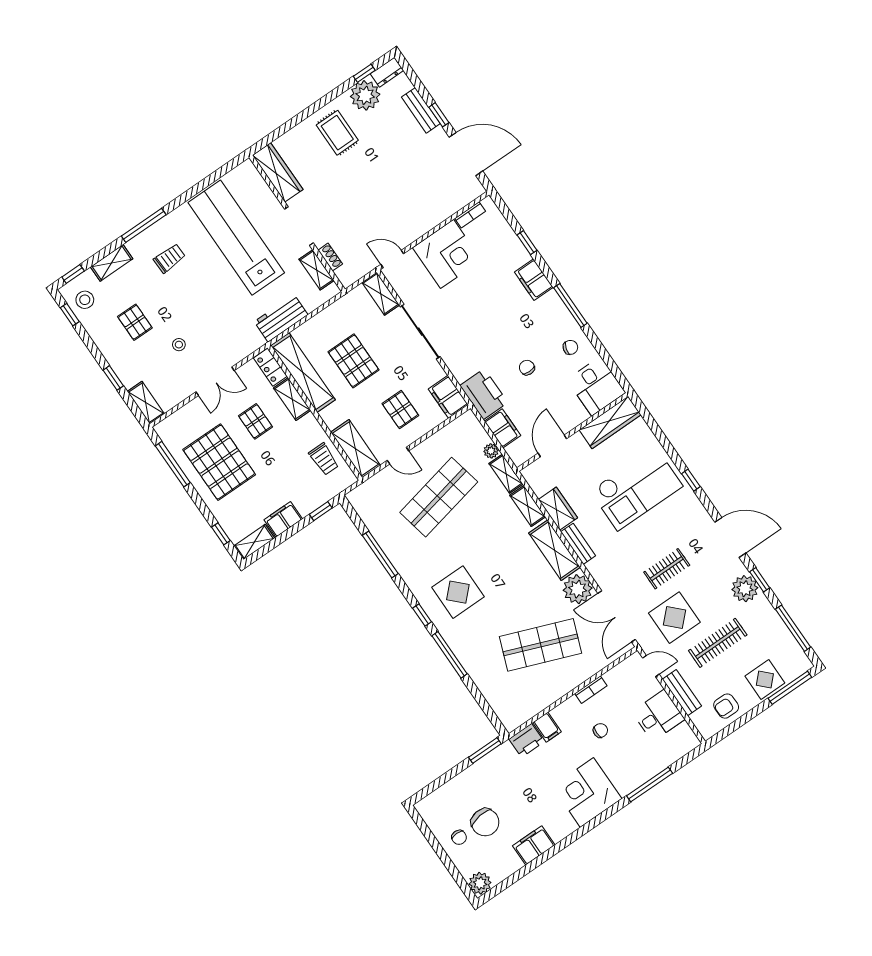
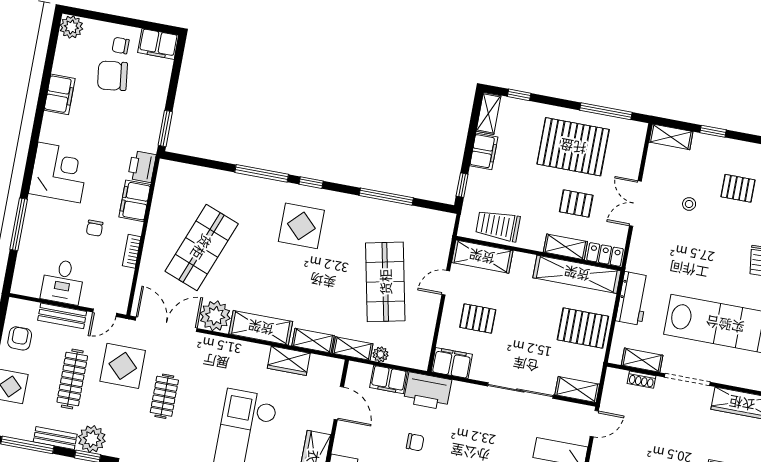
pallet: (354, 361) -> (583, 328), moved
trolley: (324, 459) -> (498, 226), width x1.36, depth x1.39
bench: (578, 544) -> (55, 438), moved
filing cabinet: (547, 727) -> (135, 201), width x2.00
filing cabinet: (432, 813) -> (158, 44), added

